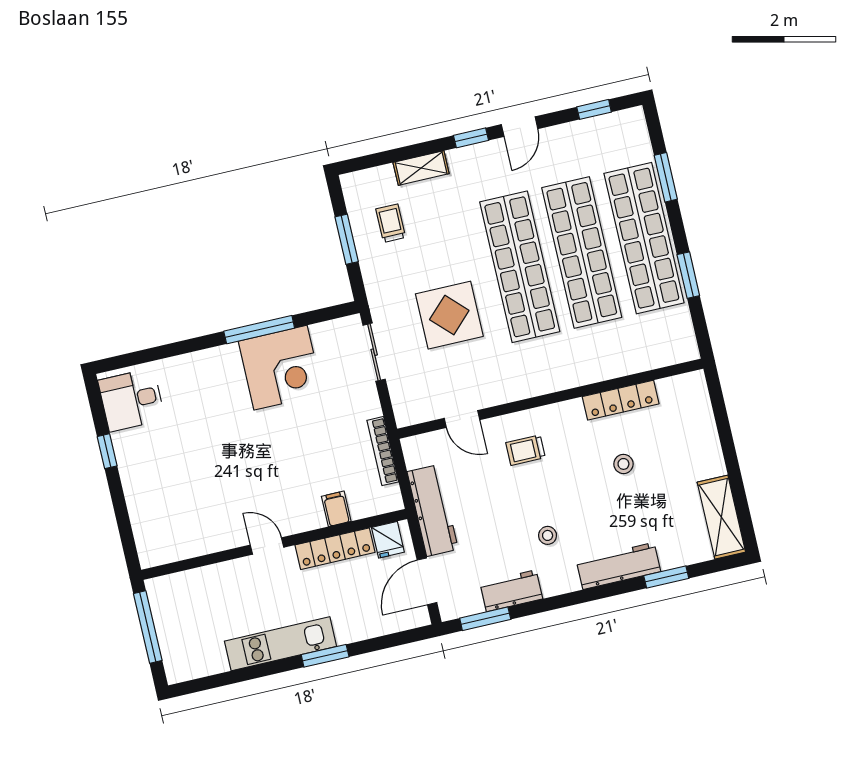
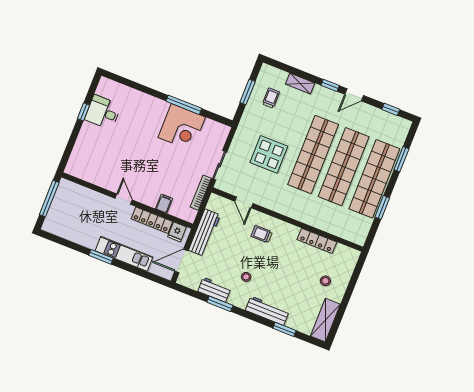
sliding door: (374, 352) -> (219, 165), moved
desk: (131, 400) -> (103, 112), moved
stool: (623, 464) -> (325, 281), moved
window: (485, 619) -> (220, 304), moved
kitchen unit: (281, 644) -> (124, 254), moved
window: (325, 656) -> (101, 257), moved

